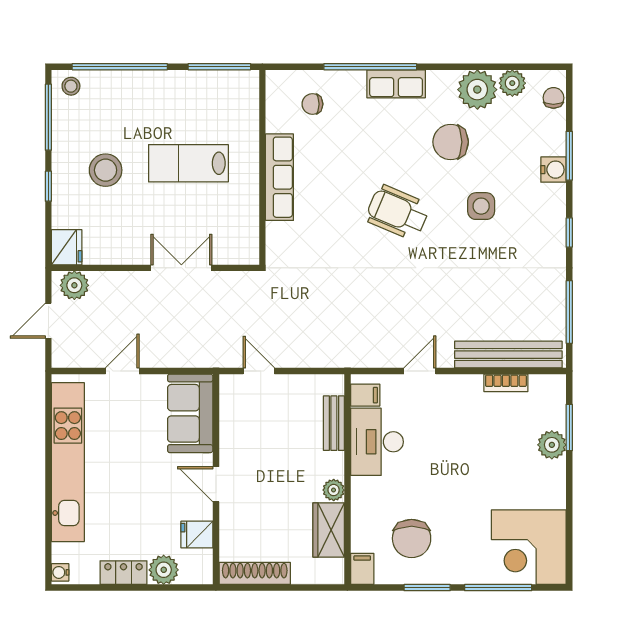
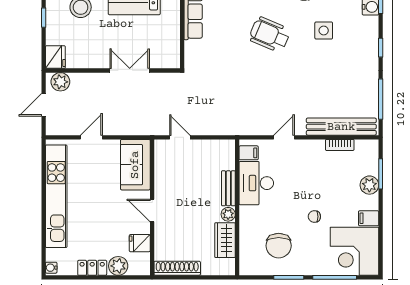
bench: (334, 423) -> (228, 188), moved
chair: (467, 493) -> (314, 217), added
filing cabinet: (362, 569) -> (369, 218), moved, turned -90

